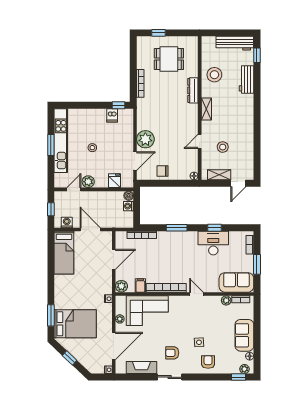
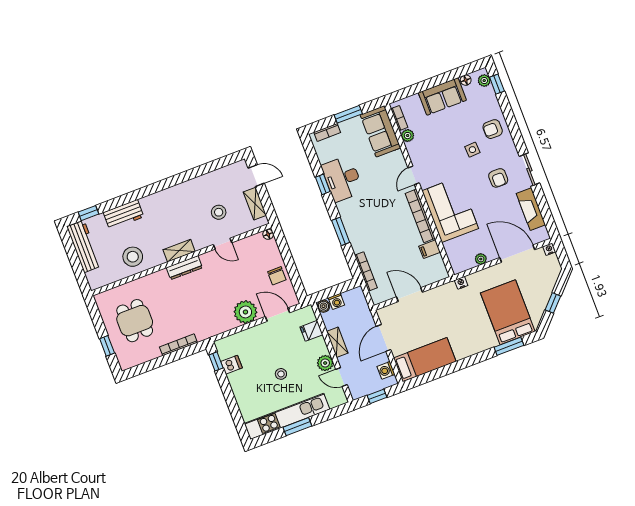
dresser: (193, 90) -> (184, 268), moved
shelving: (100, 196) -> (337, 342), added
plant: (121, 286) -> (439, 272), removed
corner sofa: (147, 311) -> (450, 210), moved

